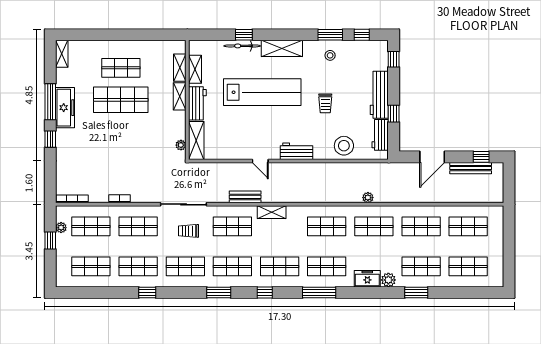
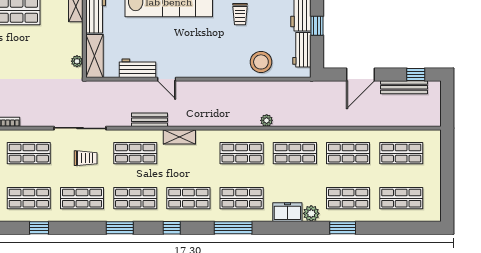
workbench: (296, 151) -> (138, 68), moved
plant: (368, 198) -> (267, 120), moved
trolley: (189, 231) -> (86, 158), turned 180

